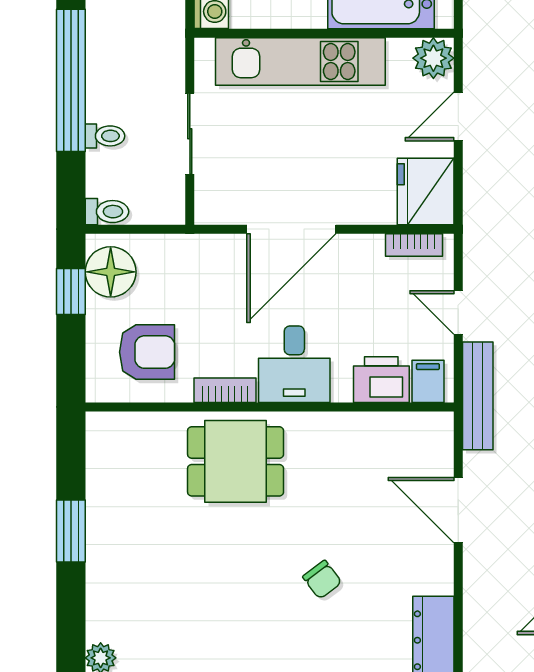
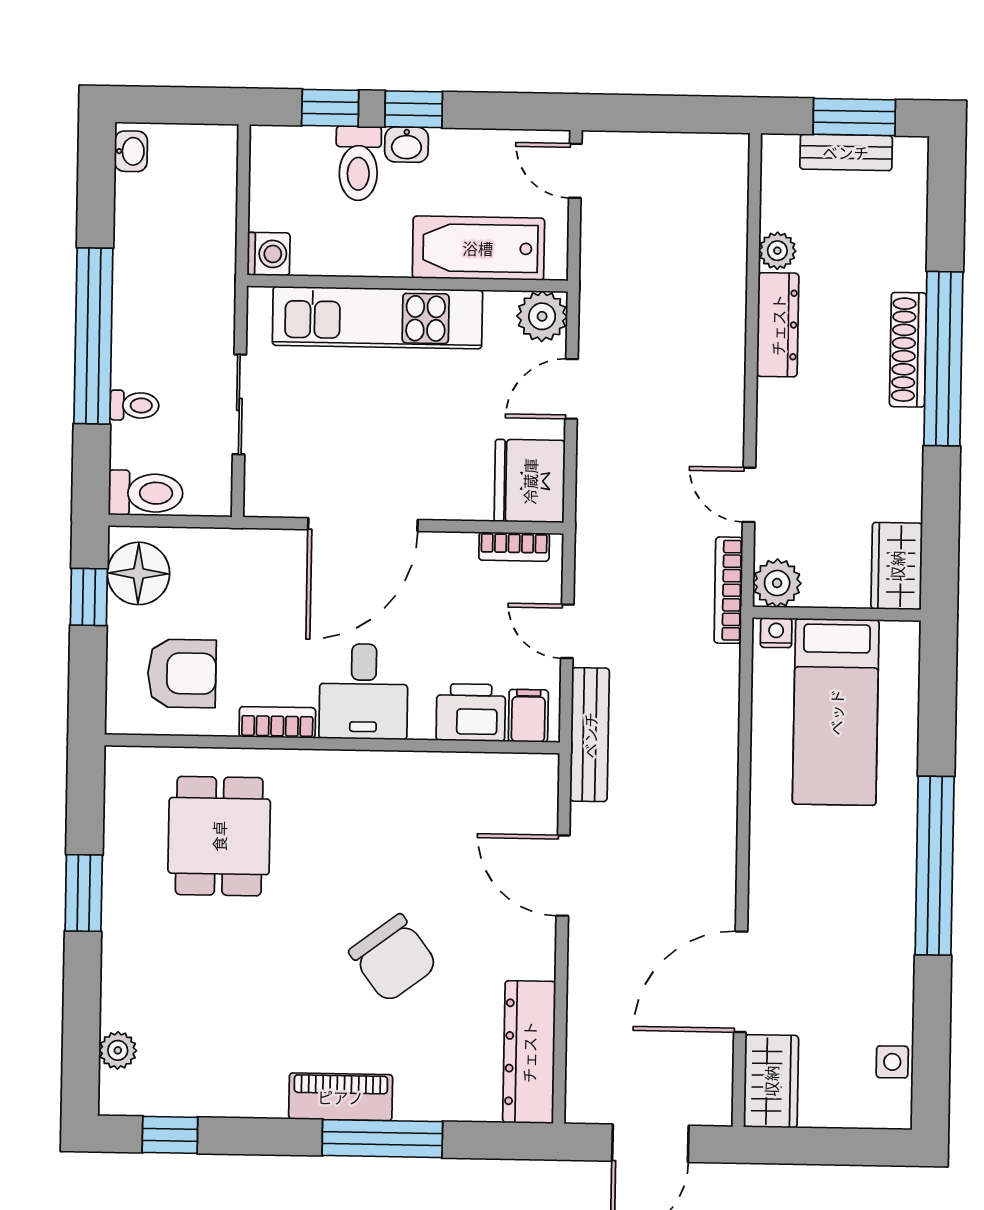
toilet: (107, 212) -> (146, 493), width x1.37, depth x1.39
dining table: (236, 461) -> (219, 836), moved, turned 90
chair: (322, 580) -> (393, 958), width x1.87, depth x1.87

